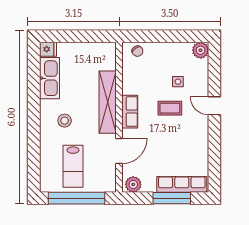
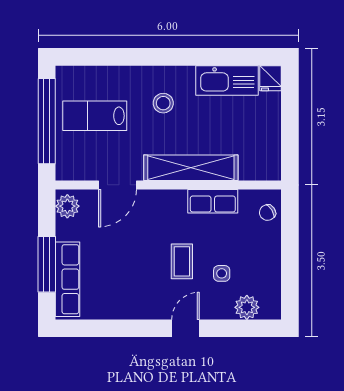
plant: (201, 50) -> (247, 307), moved
row of seats: (130, 112) -> (213, 201), moved
door: (119, 151) -> (118, 185), hinge flipped

